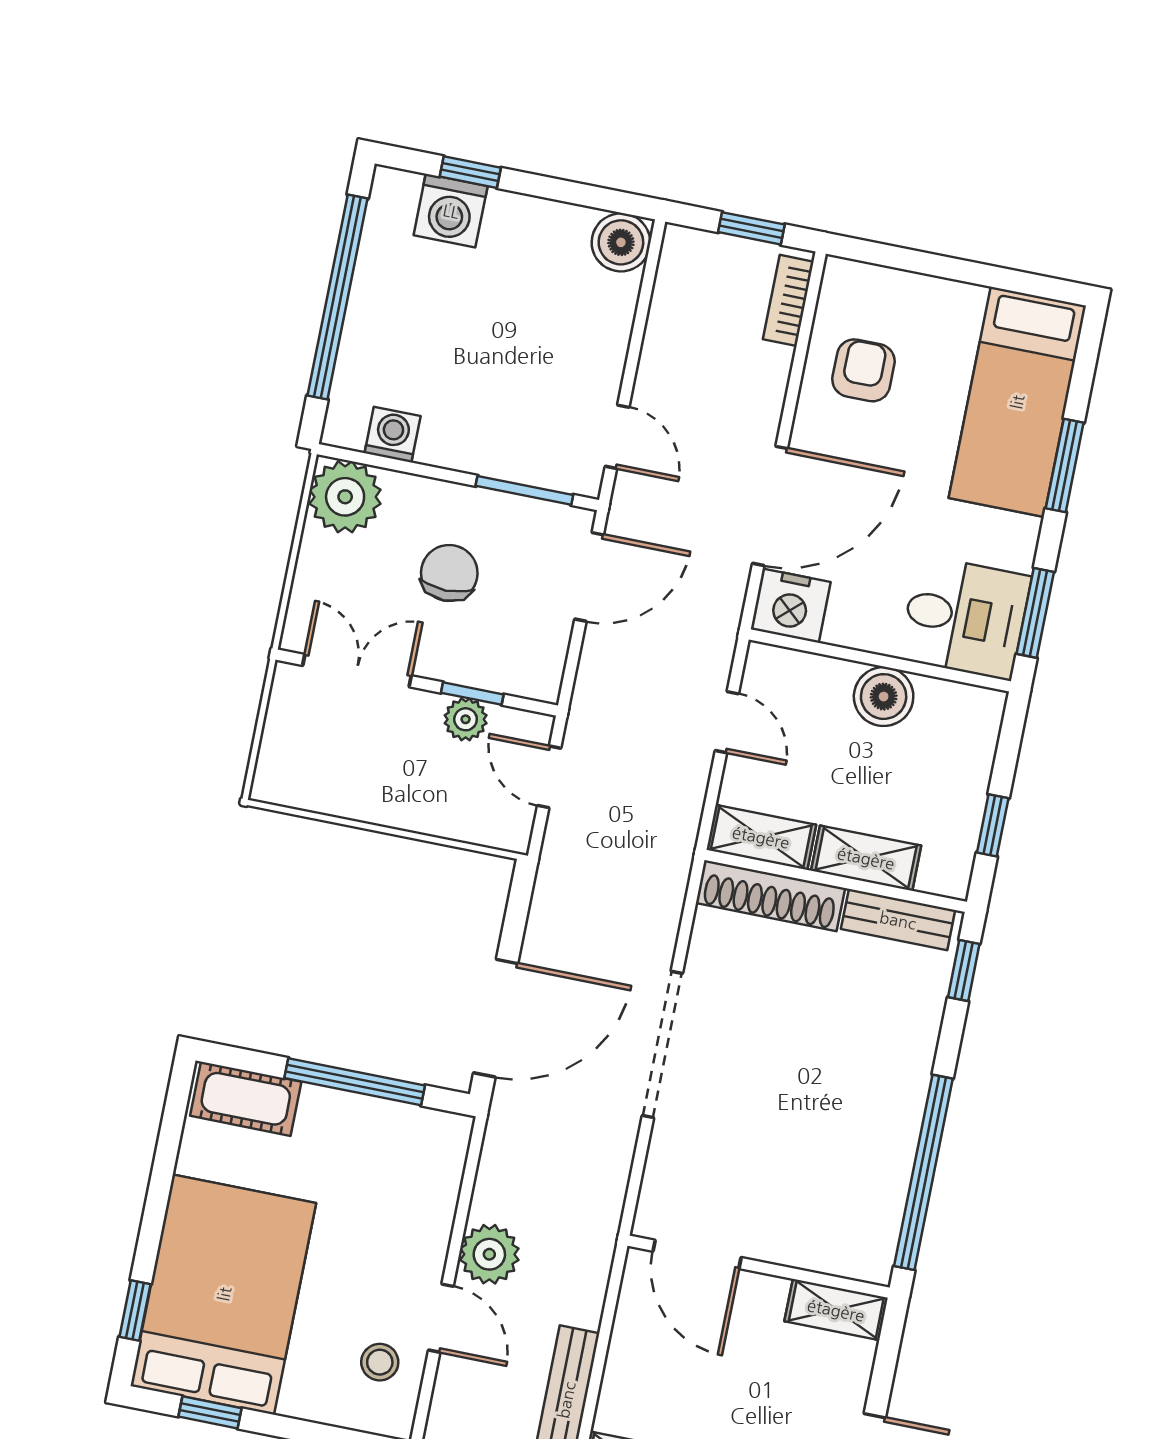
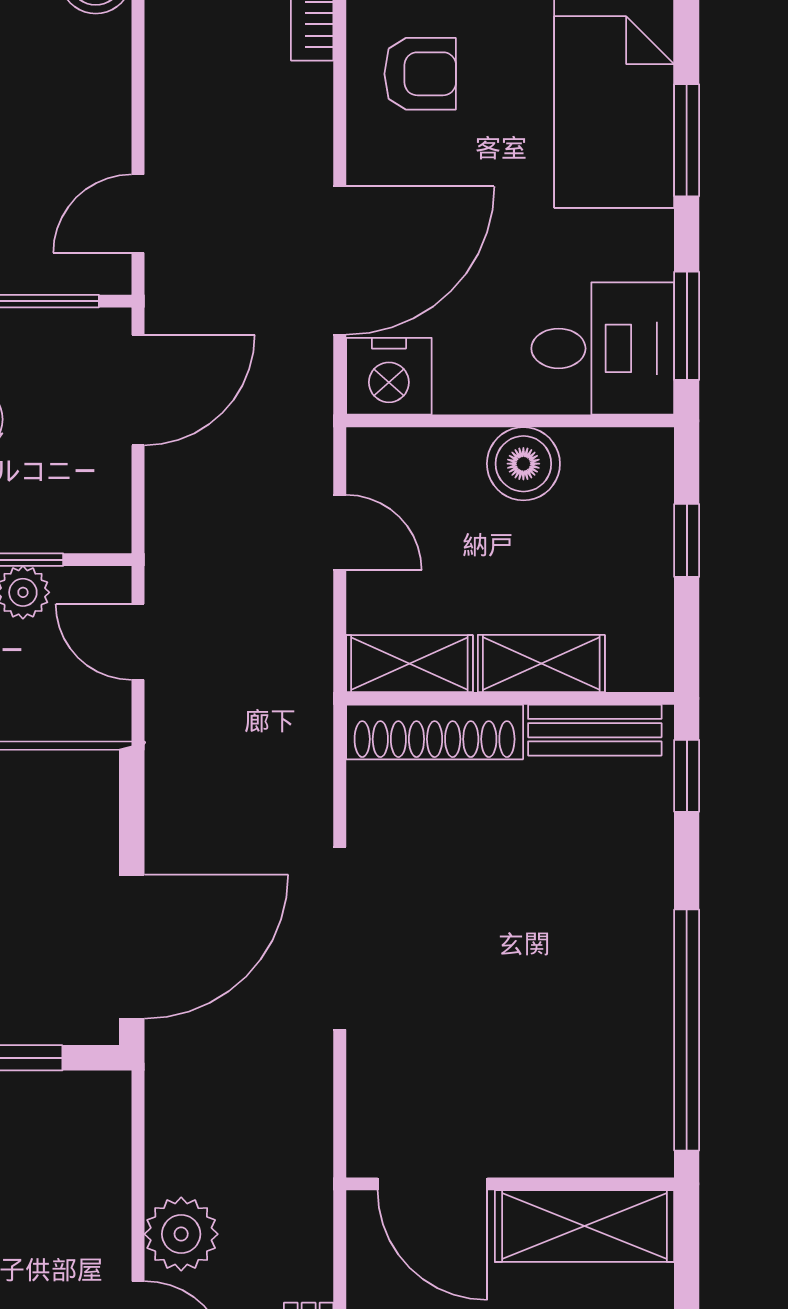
armchair: (863, 370) -> (420, 74), turned 90
door: (617, 437) -> (138, 214), swing flipped
window: (993, 825) -> (687, 540), moved
shelving: (836, 1310) -> (584, 1226), width x1.50, depth x1.33

